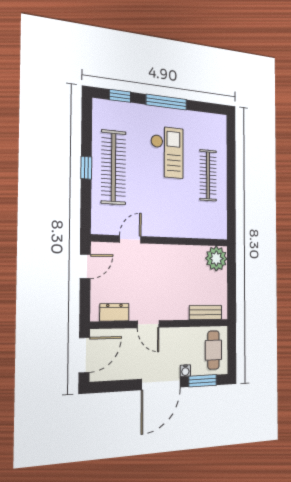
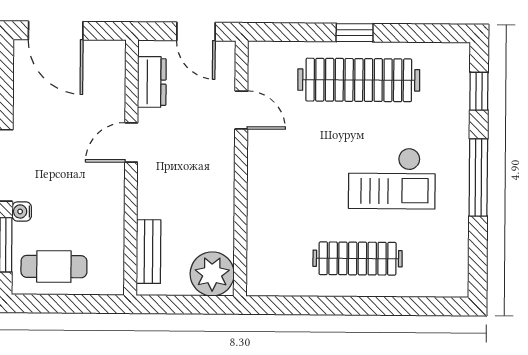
dresser: (114, 312) -> (152, 82), moved
bench: (205, 312) -> (149, 252), moved
door: (148, 324) -> (131, 142), moved
wall: (162, 324) -> (131, 168), moved

